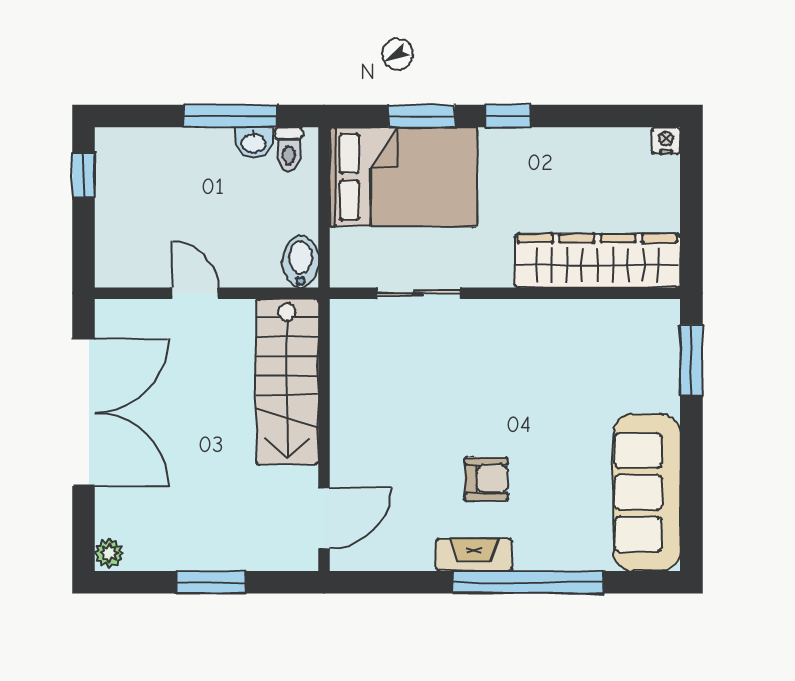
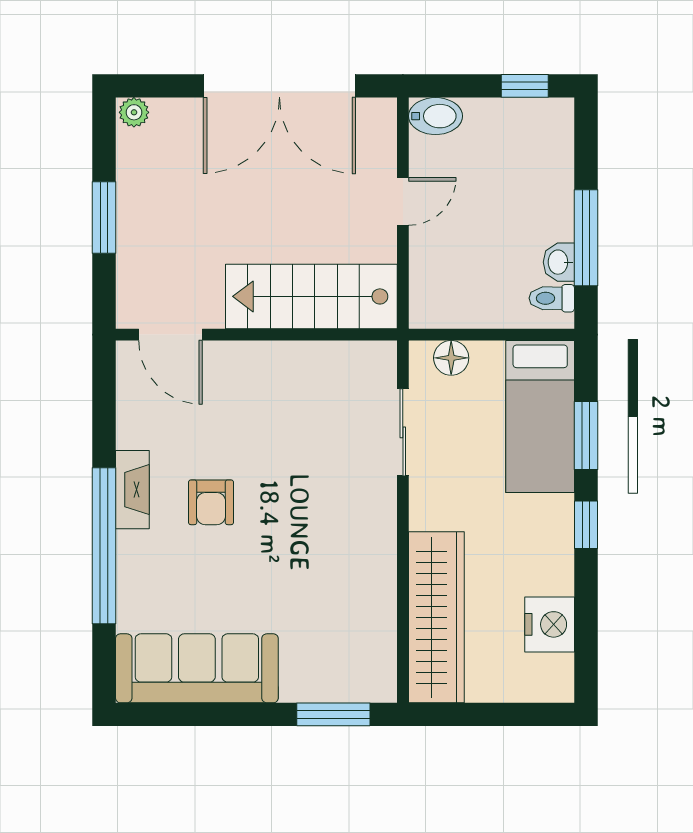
nightstand: (666, 141) -> (550, 624), moved, width x1.89, depth x1.79
bed: (403, 177) -> (540, 416), width x0.67
floor lamp: (347, 246) -> (451, 358), added
bidet: (301, 262) -> (436, 116), moved

